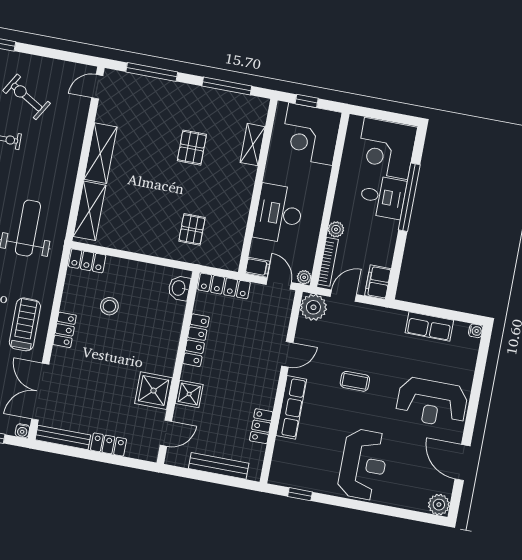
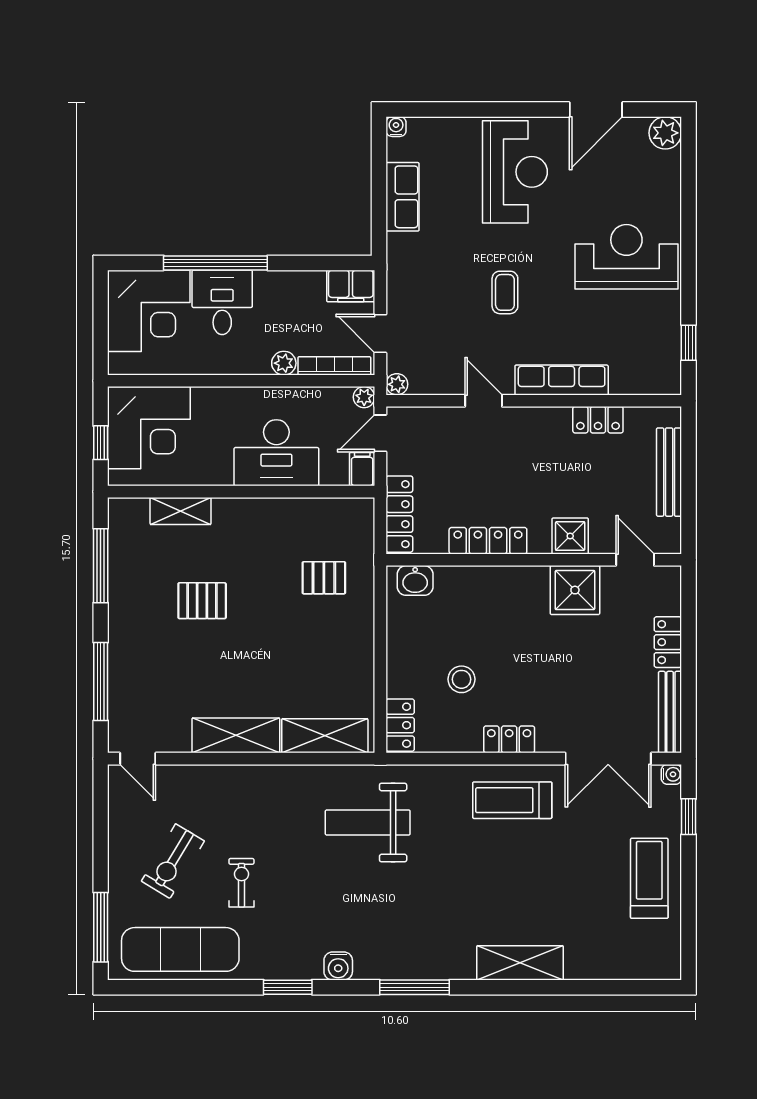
plant: (313, 307) -> (397, 384), width x0.53, depth x0.53

